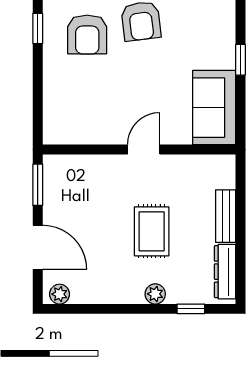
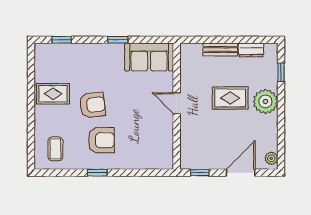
window: (38, 185) -> (200, 173), width x0.67
dresser: (225, 272) -> (251, 50), width x0.70
plant: (155, 294) -> (265, 101), width x1.88, depth x1.88

